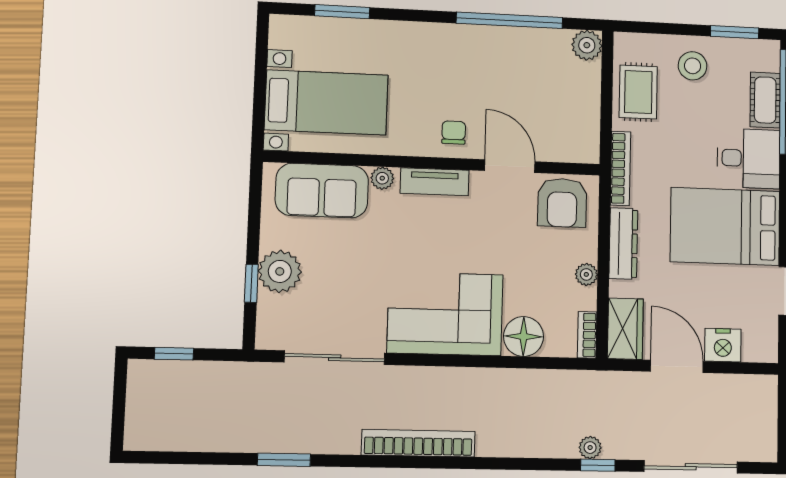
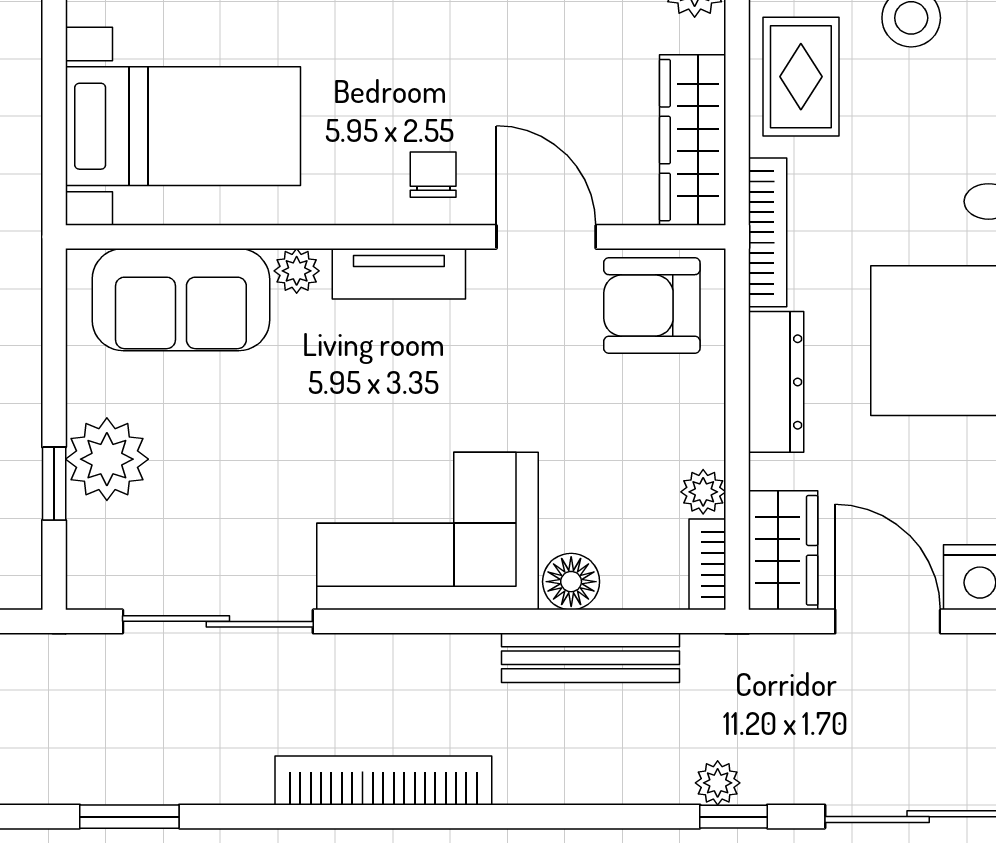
wardrobe: (584, 121) -> (693, 140), added
armchair: (562, 203) -> (652, 305), turned 90
plant: (586, 274) -> (703, 492), moved
floor lamp: (524, 336) -> (571, 582), width x0.73, depth x0.73
bench: (527, 381) -> (591, 658), added

